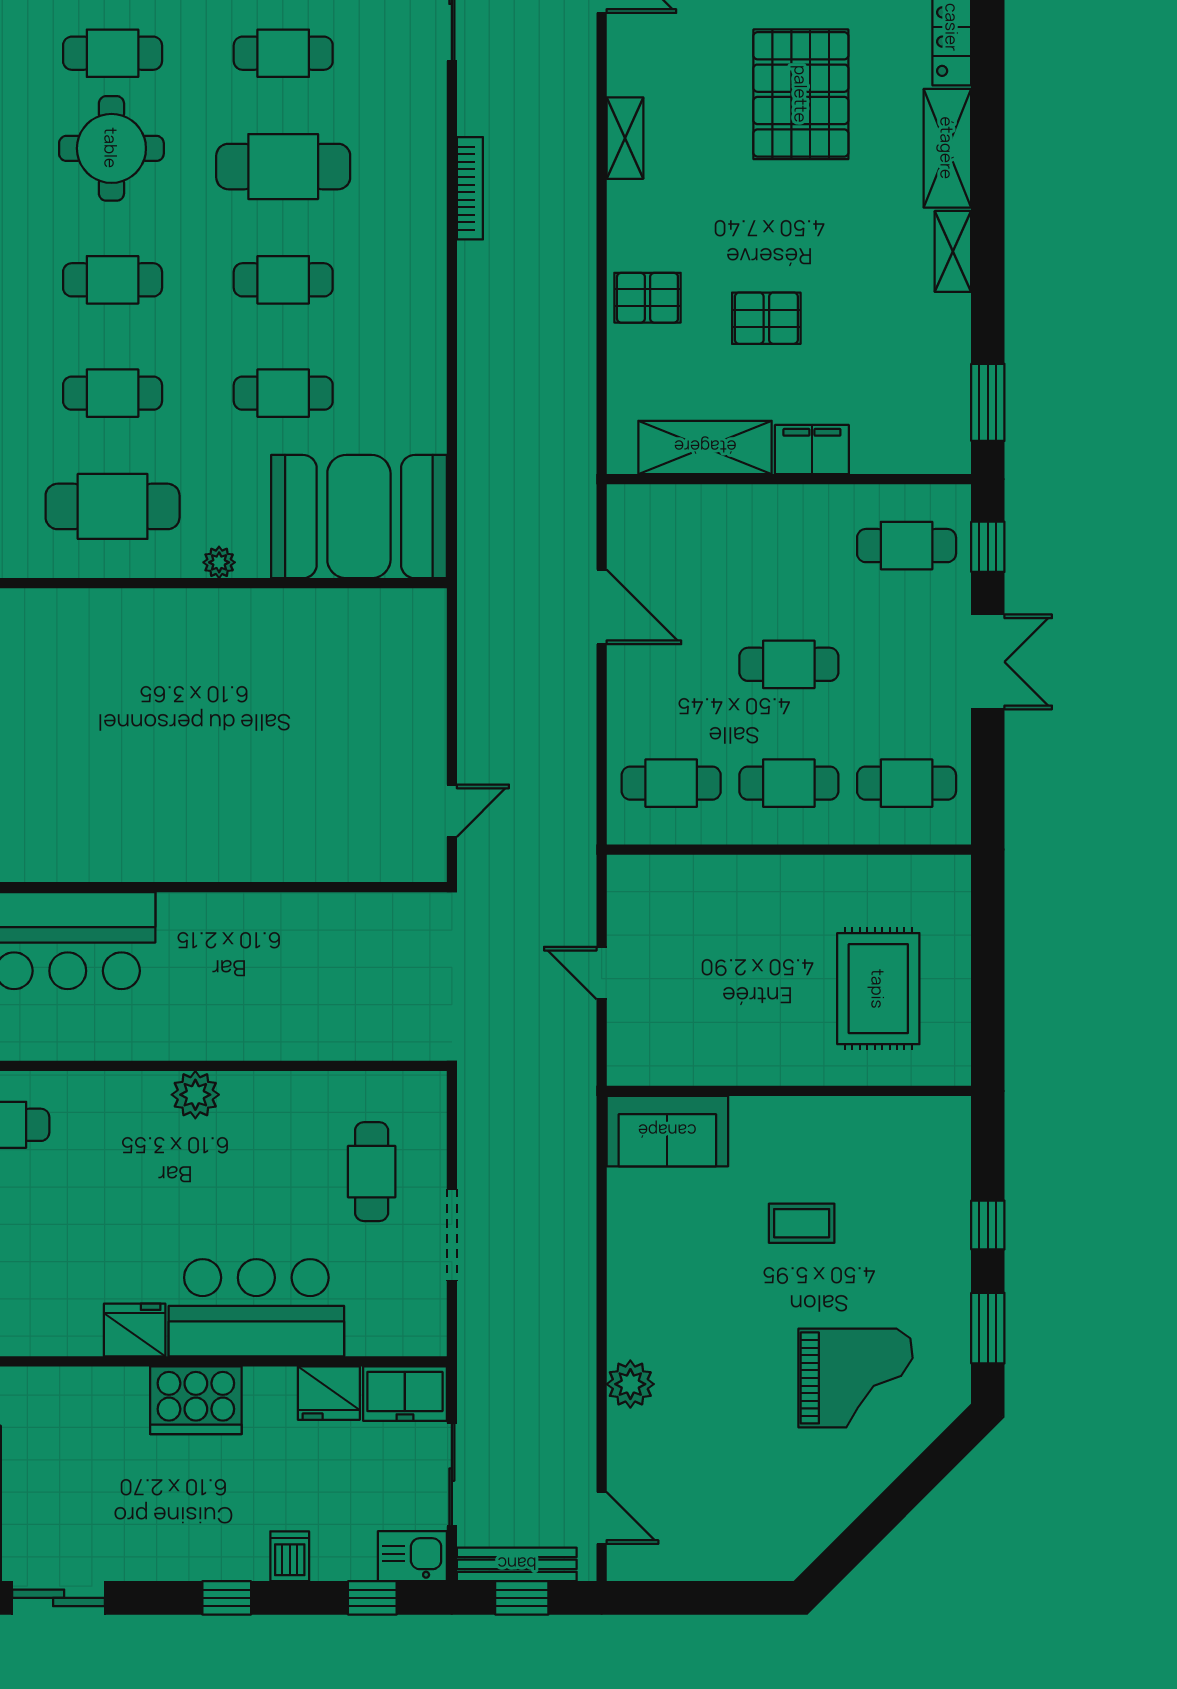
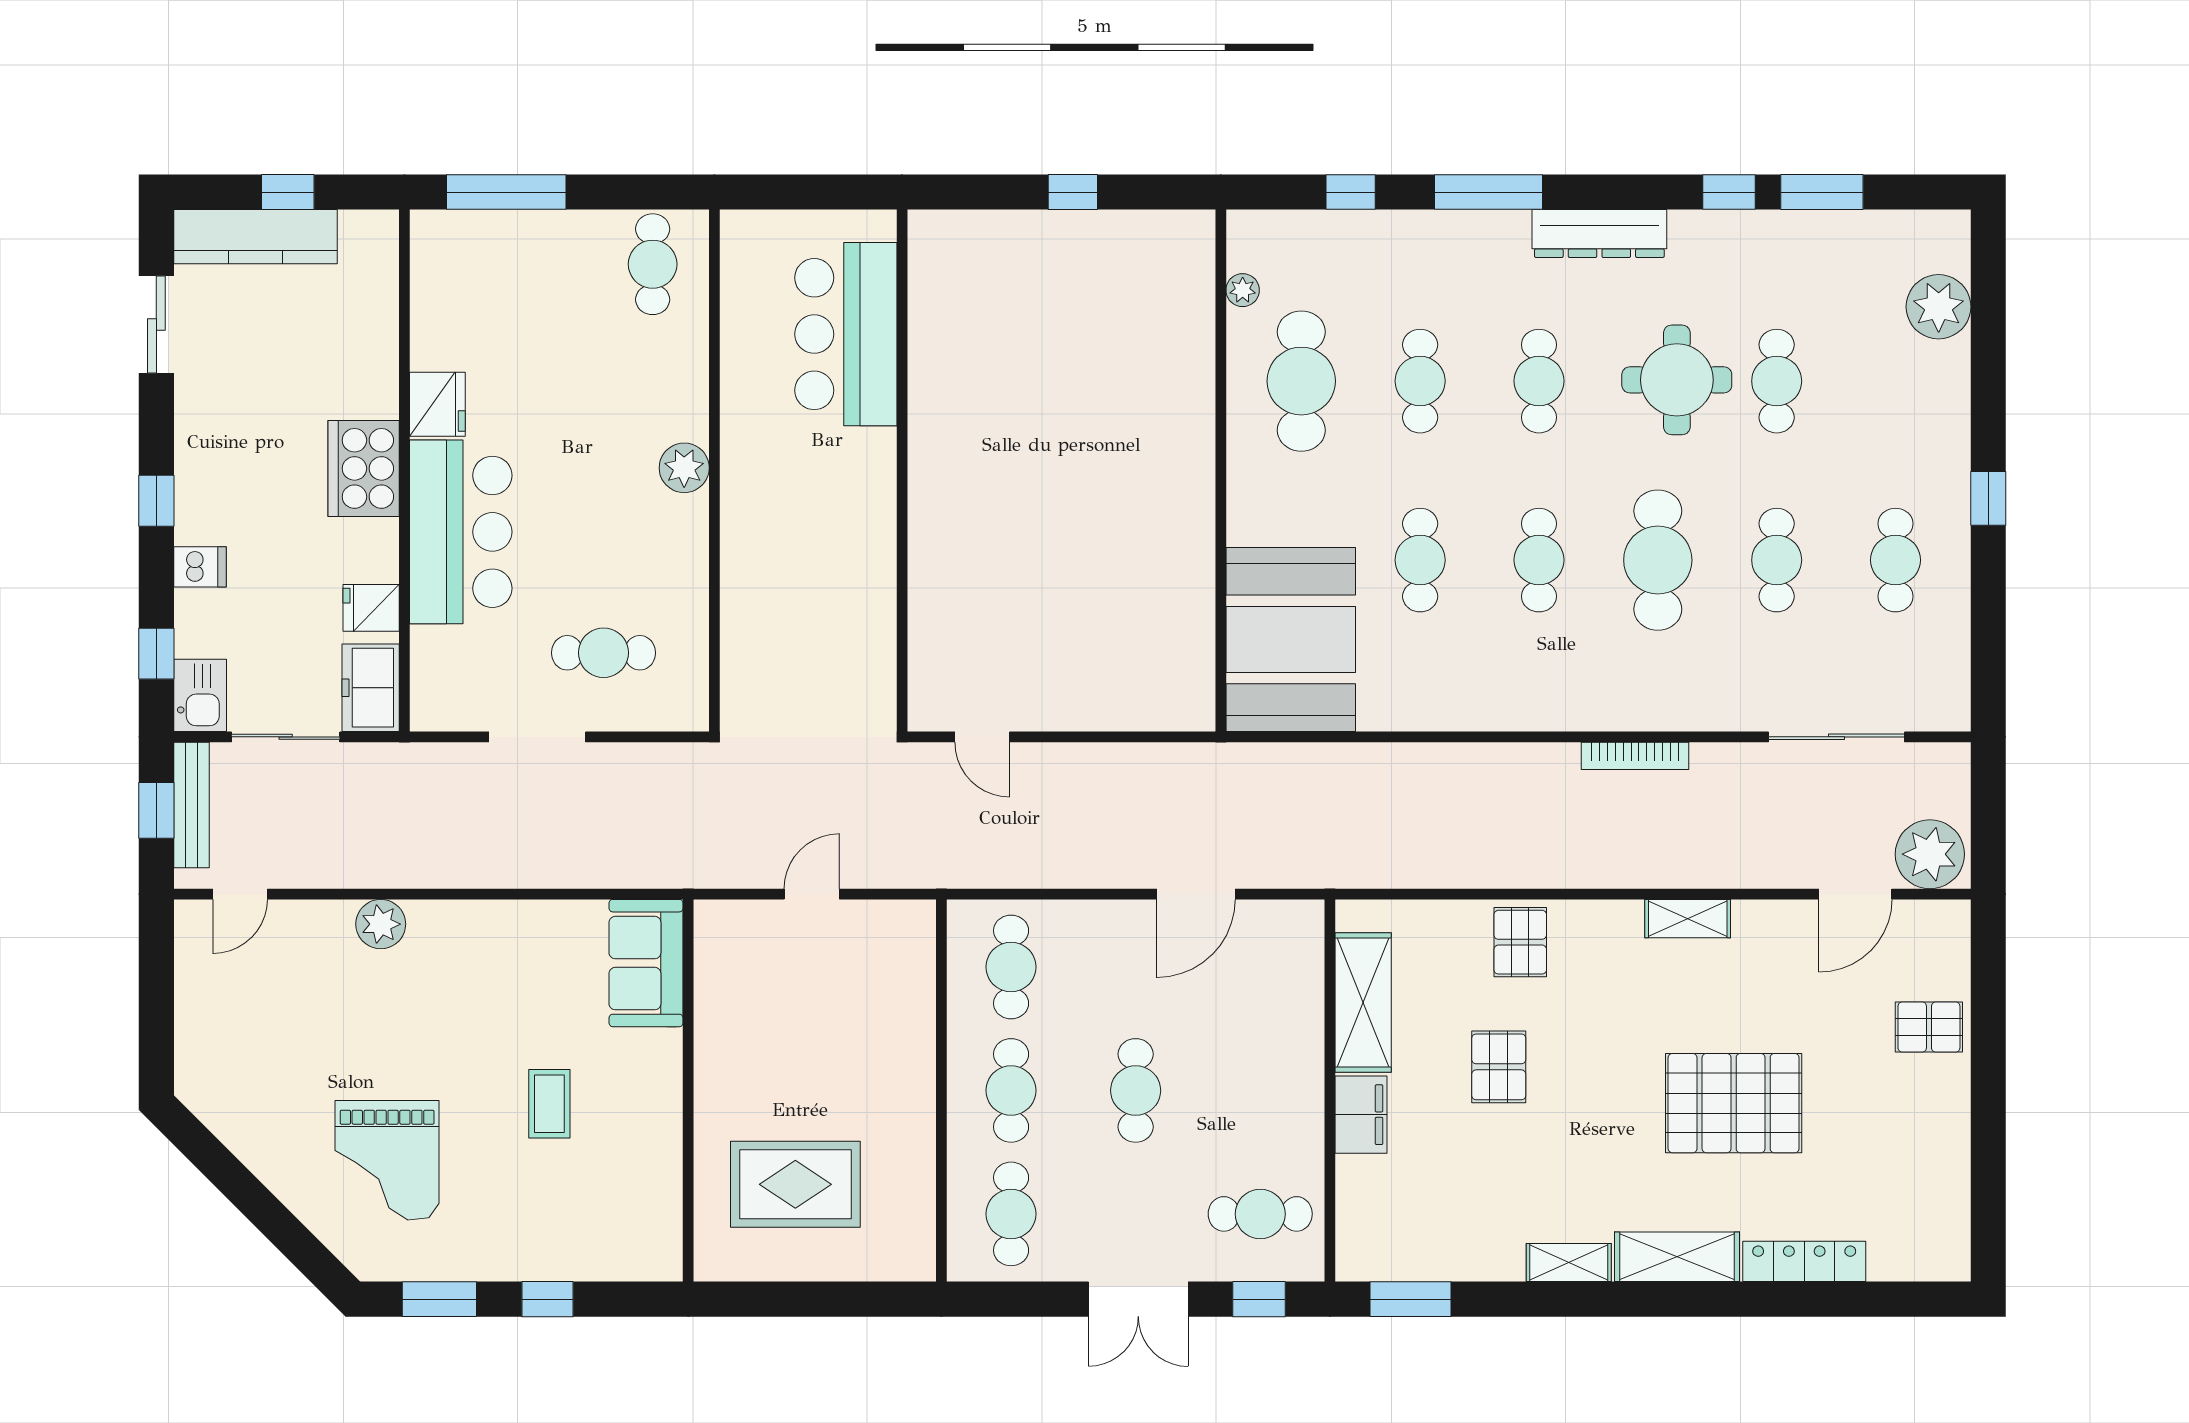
cafe table: (907, 546) -> (1260, 1214), turned 90
plant: (219, 562) -> (1243, 290), moved
fridge: (329, 1393) -> (371, 608), width x0.72

